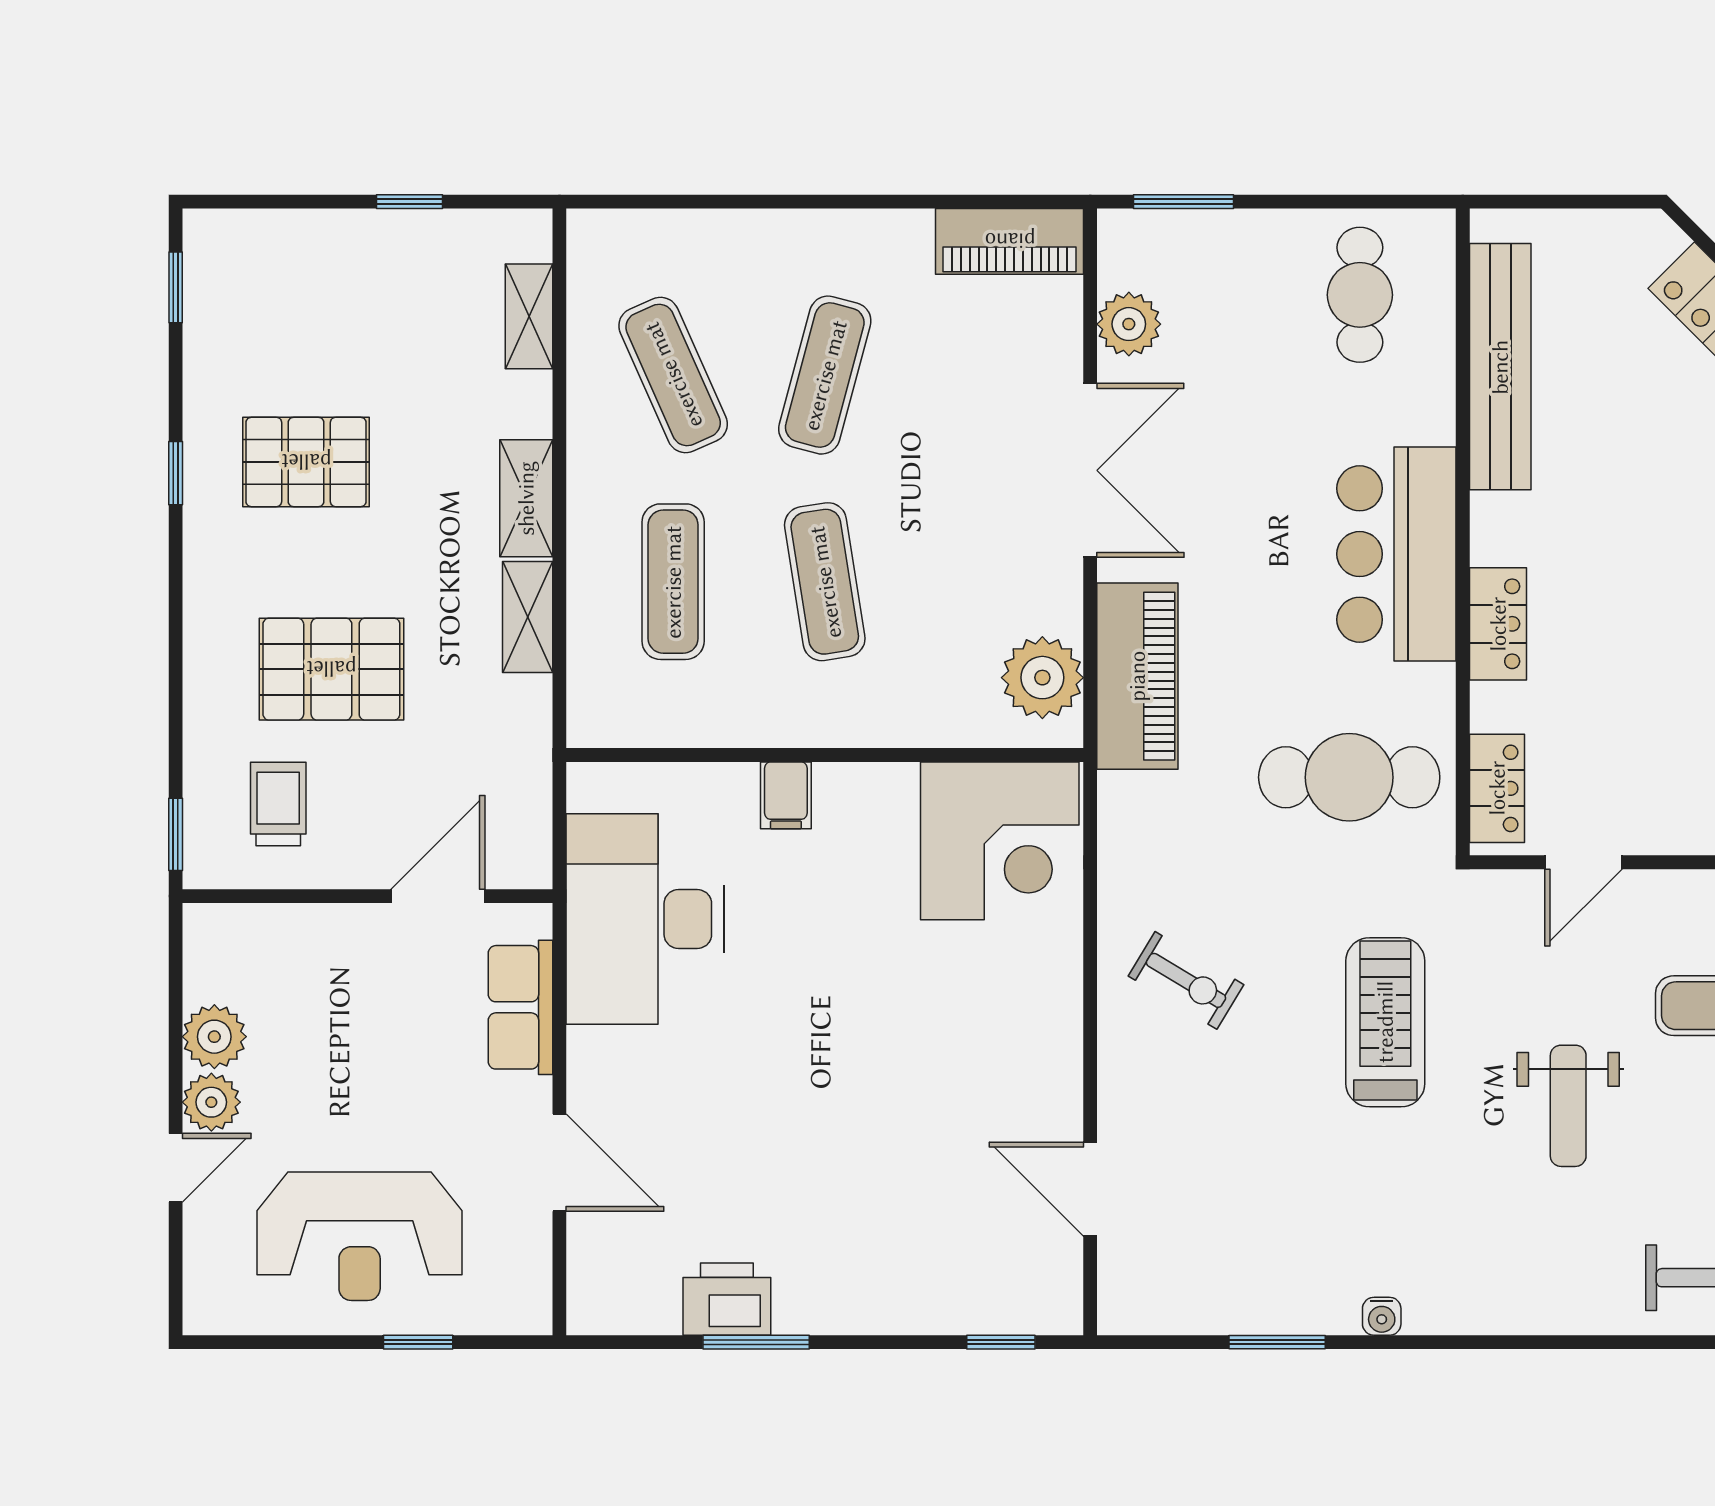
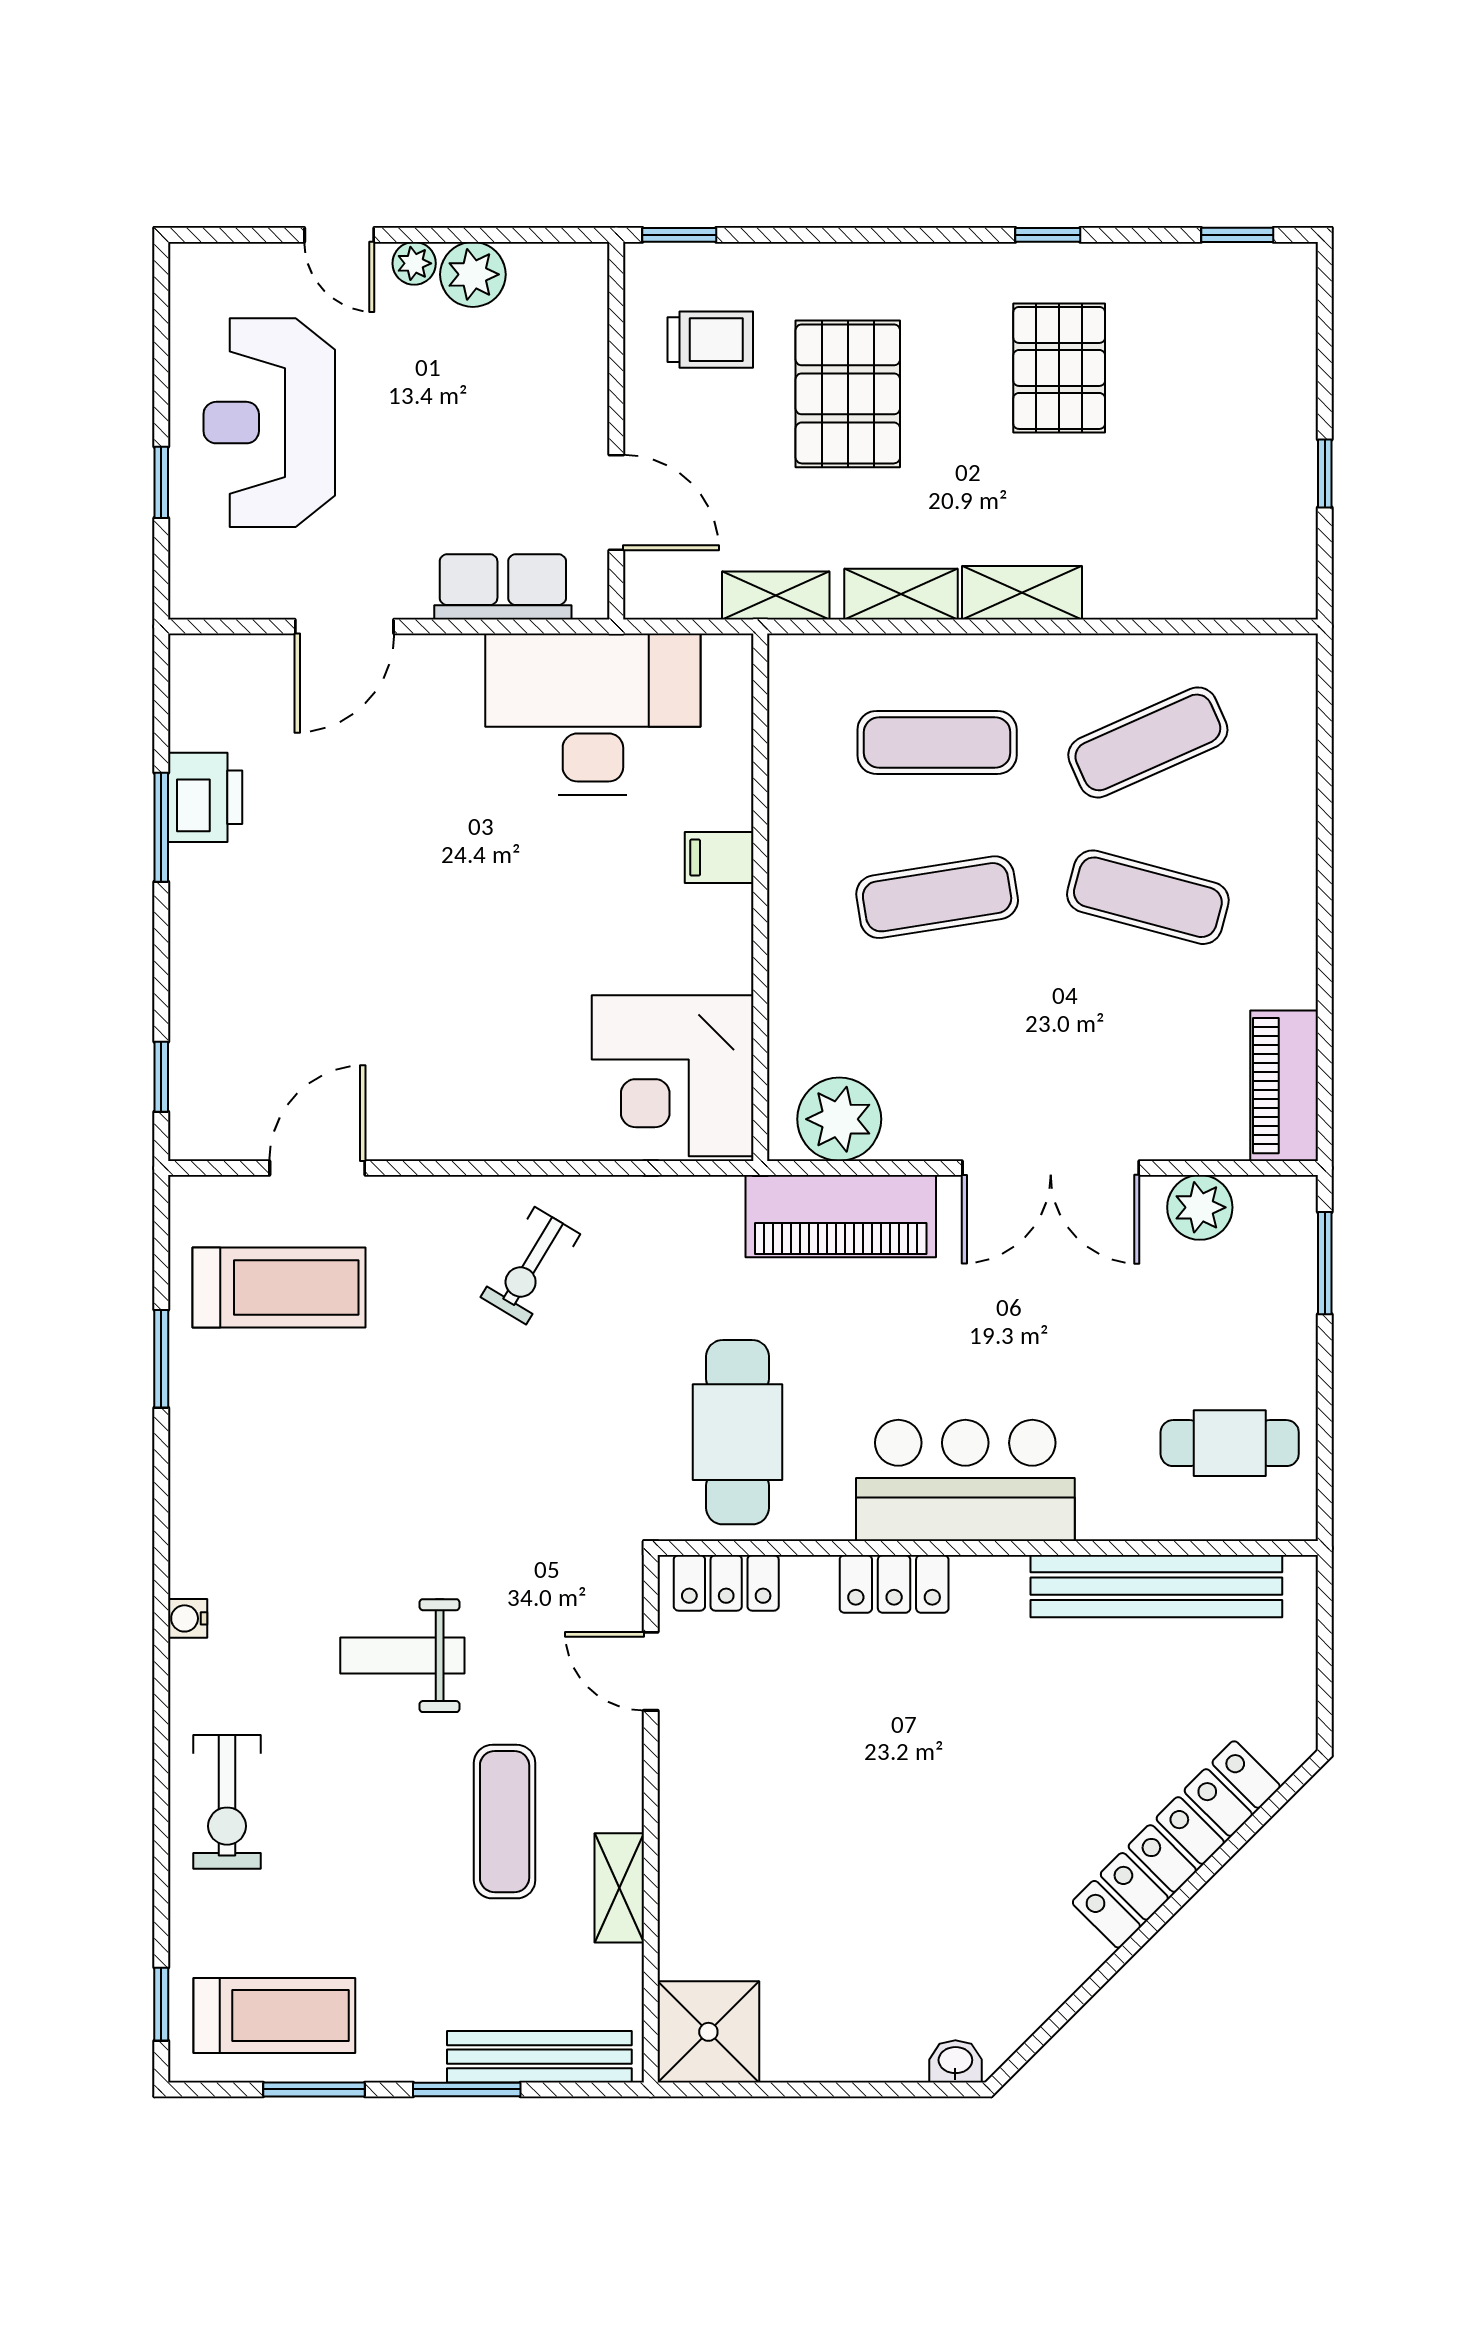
shelving: (529, 316) -> (776, 596), moved
treadmill: (1385, 1022) -> (279, 1288), moved
plant: (211, 1102) -> (414, 263), width x0.73, depth x0.73
water cooler: (1382, 1316) -> (188, 1618), moved

